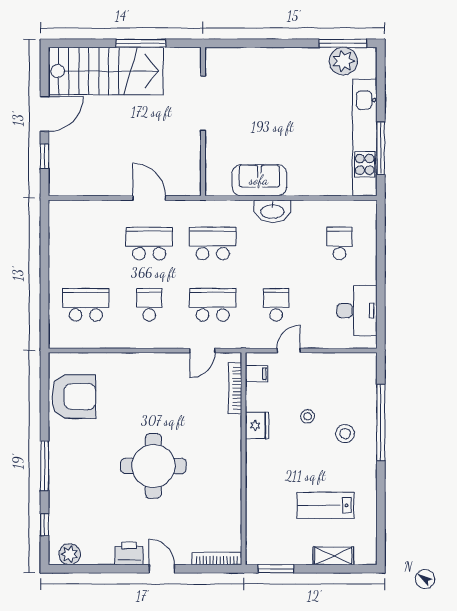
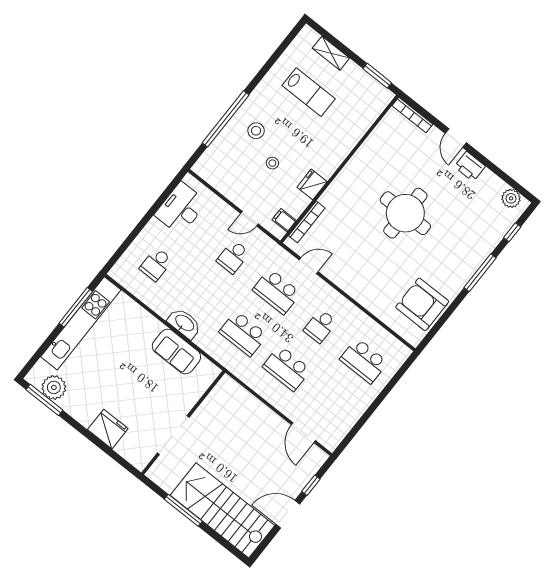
fridge: (266, 62) -> (108, 429), added
door: (149, 198) -> (303, 433), moved

